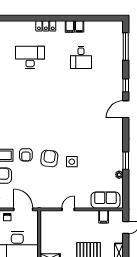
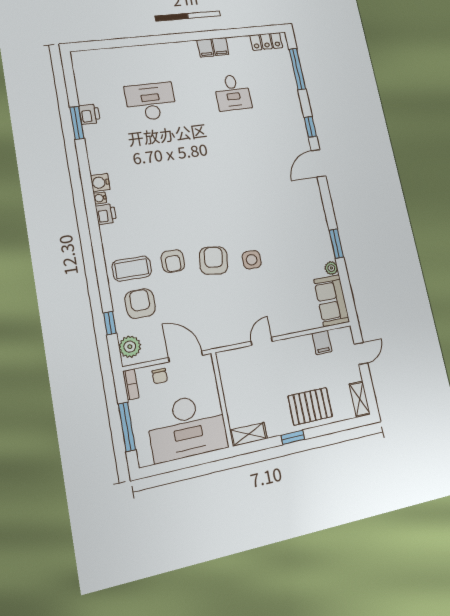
locker: (46, 26) -> (266, 41), moved
sofa: (105, 200) -> (332, 301), moved, turned -90

